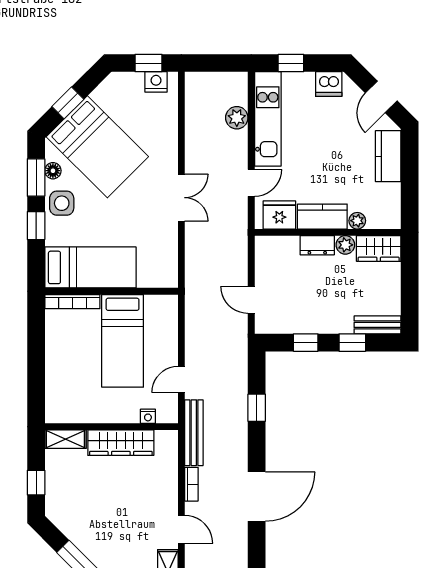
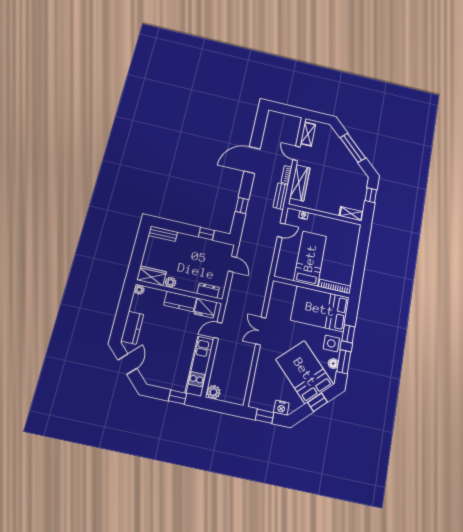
nightstand: (156, 82) -> (281, 408), moved
dishwasher: (329, 84) -> (157, 379), removed
plant: (237, 118) -> (213, 392), moved
plant: (357, 221) -> (139, 290), moved
dresser: (317, 245) -> (208, 291), moved
bed: (90, 267) -> (320, 309), width x1.50
window: (352, 343) -> (180, 228), removed
bench: (194, 433) -> (281, 196), width x0.73
wardrobe: (121, 443) -> (300, 183), moved, turned 90

